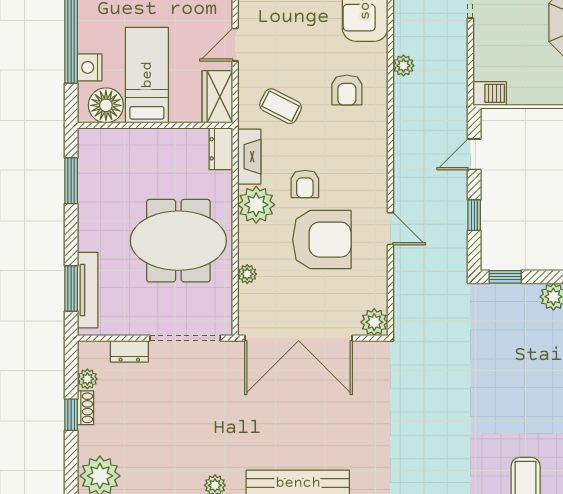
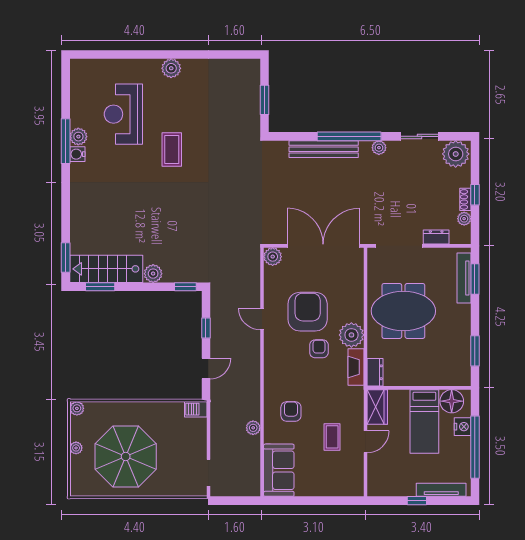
coffee table: (281, 106) -> (332, 437), moved, turned 63
armchair: (322, 240) -> (308, 312), turned 90
plant: (247, 274) -> (357, 289), removed

